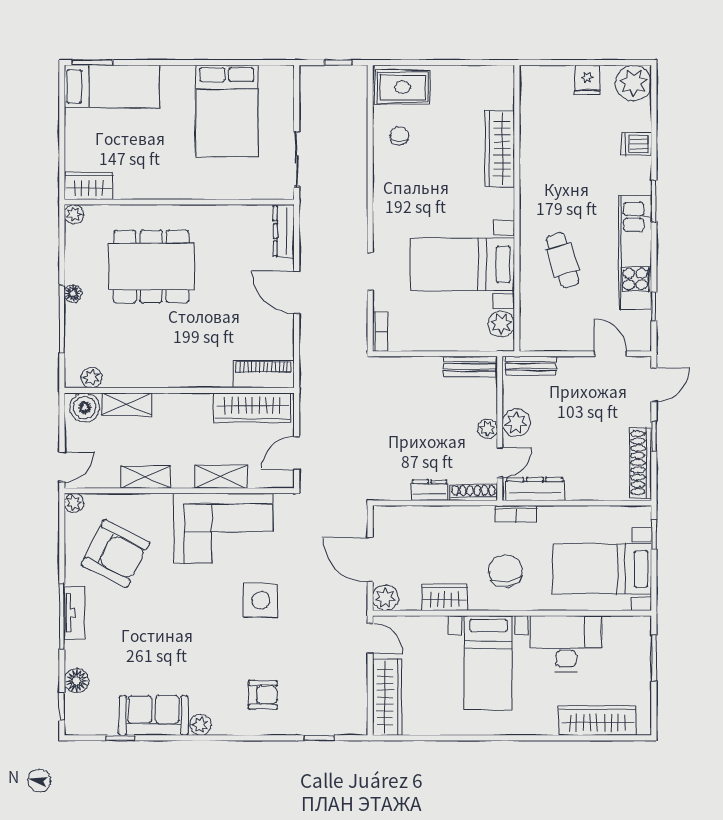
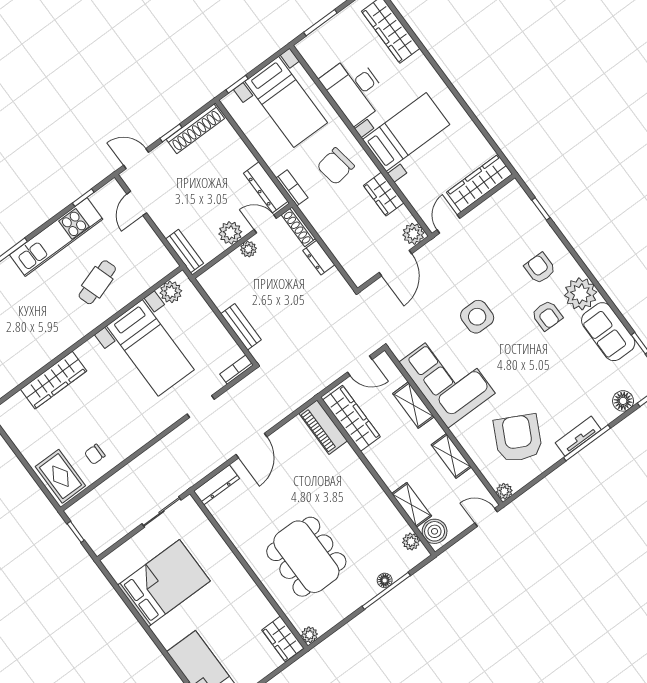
floor lamp: (73, 294) -> (385, 580), moved
bench: (470, 366) -> (241, 327), moved
armchair: (212, 668) -> (547, 315), added
plant: (200, 725) -> (581, 294), width x1.87, depth x1.87

